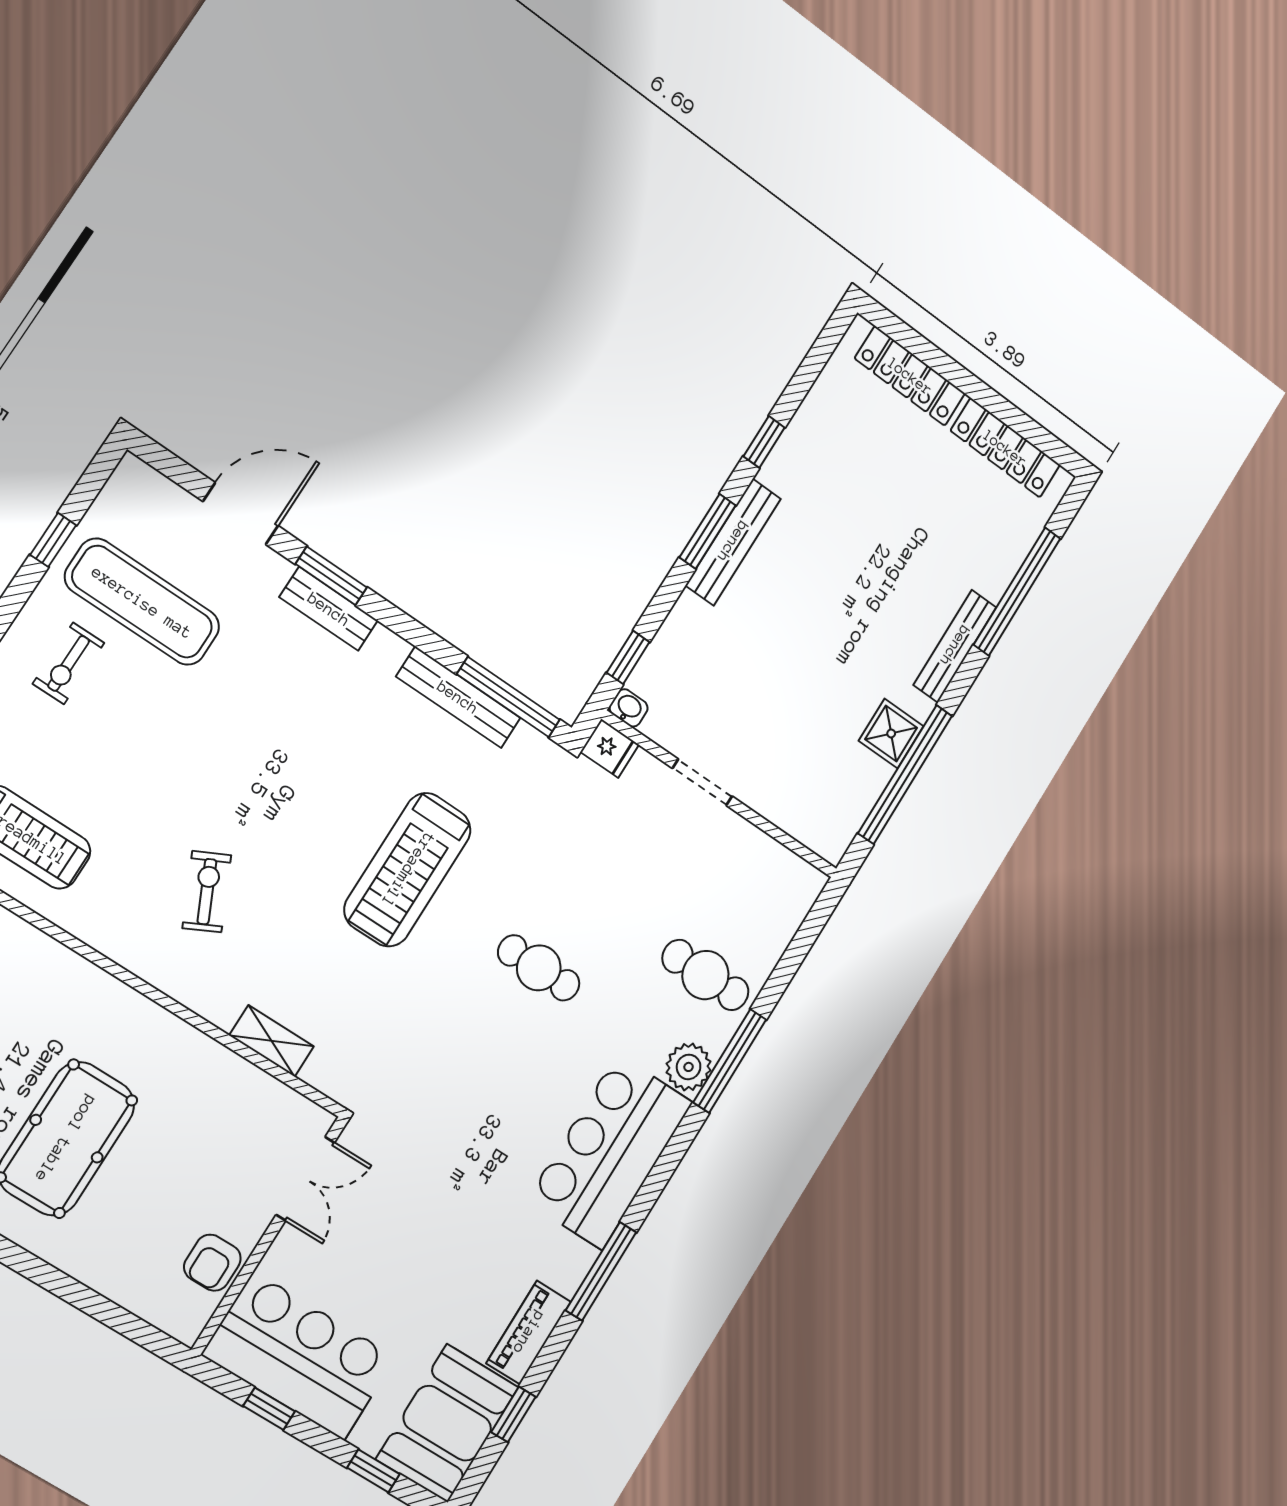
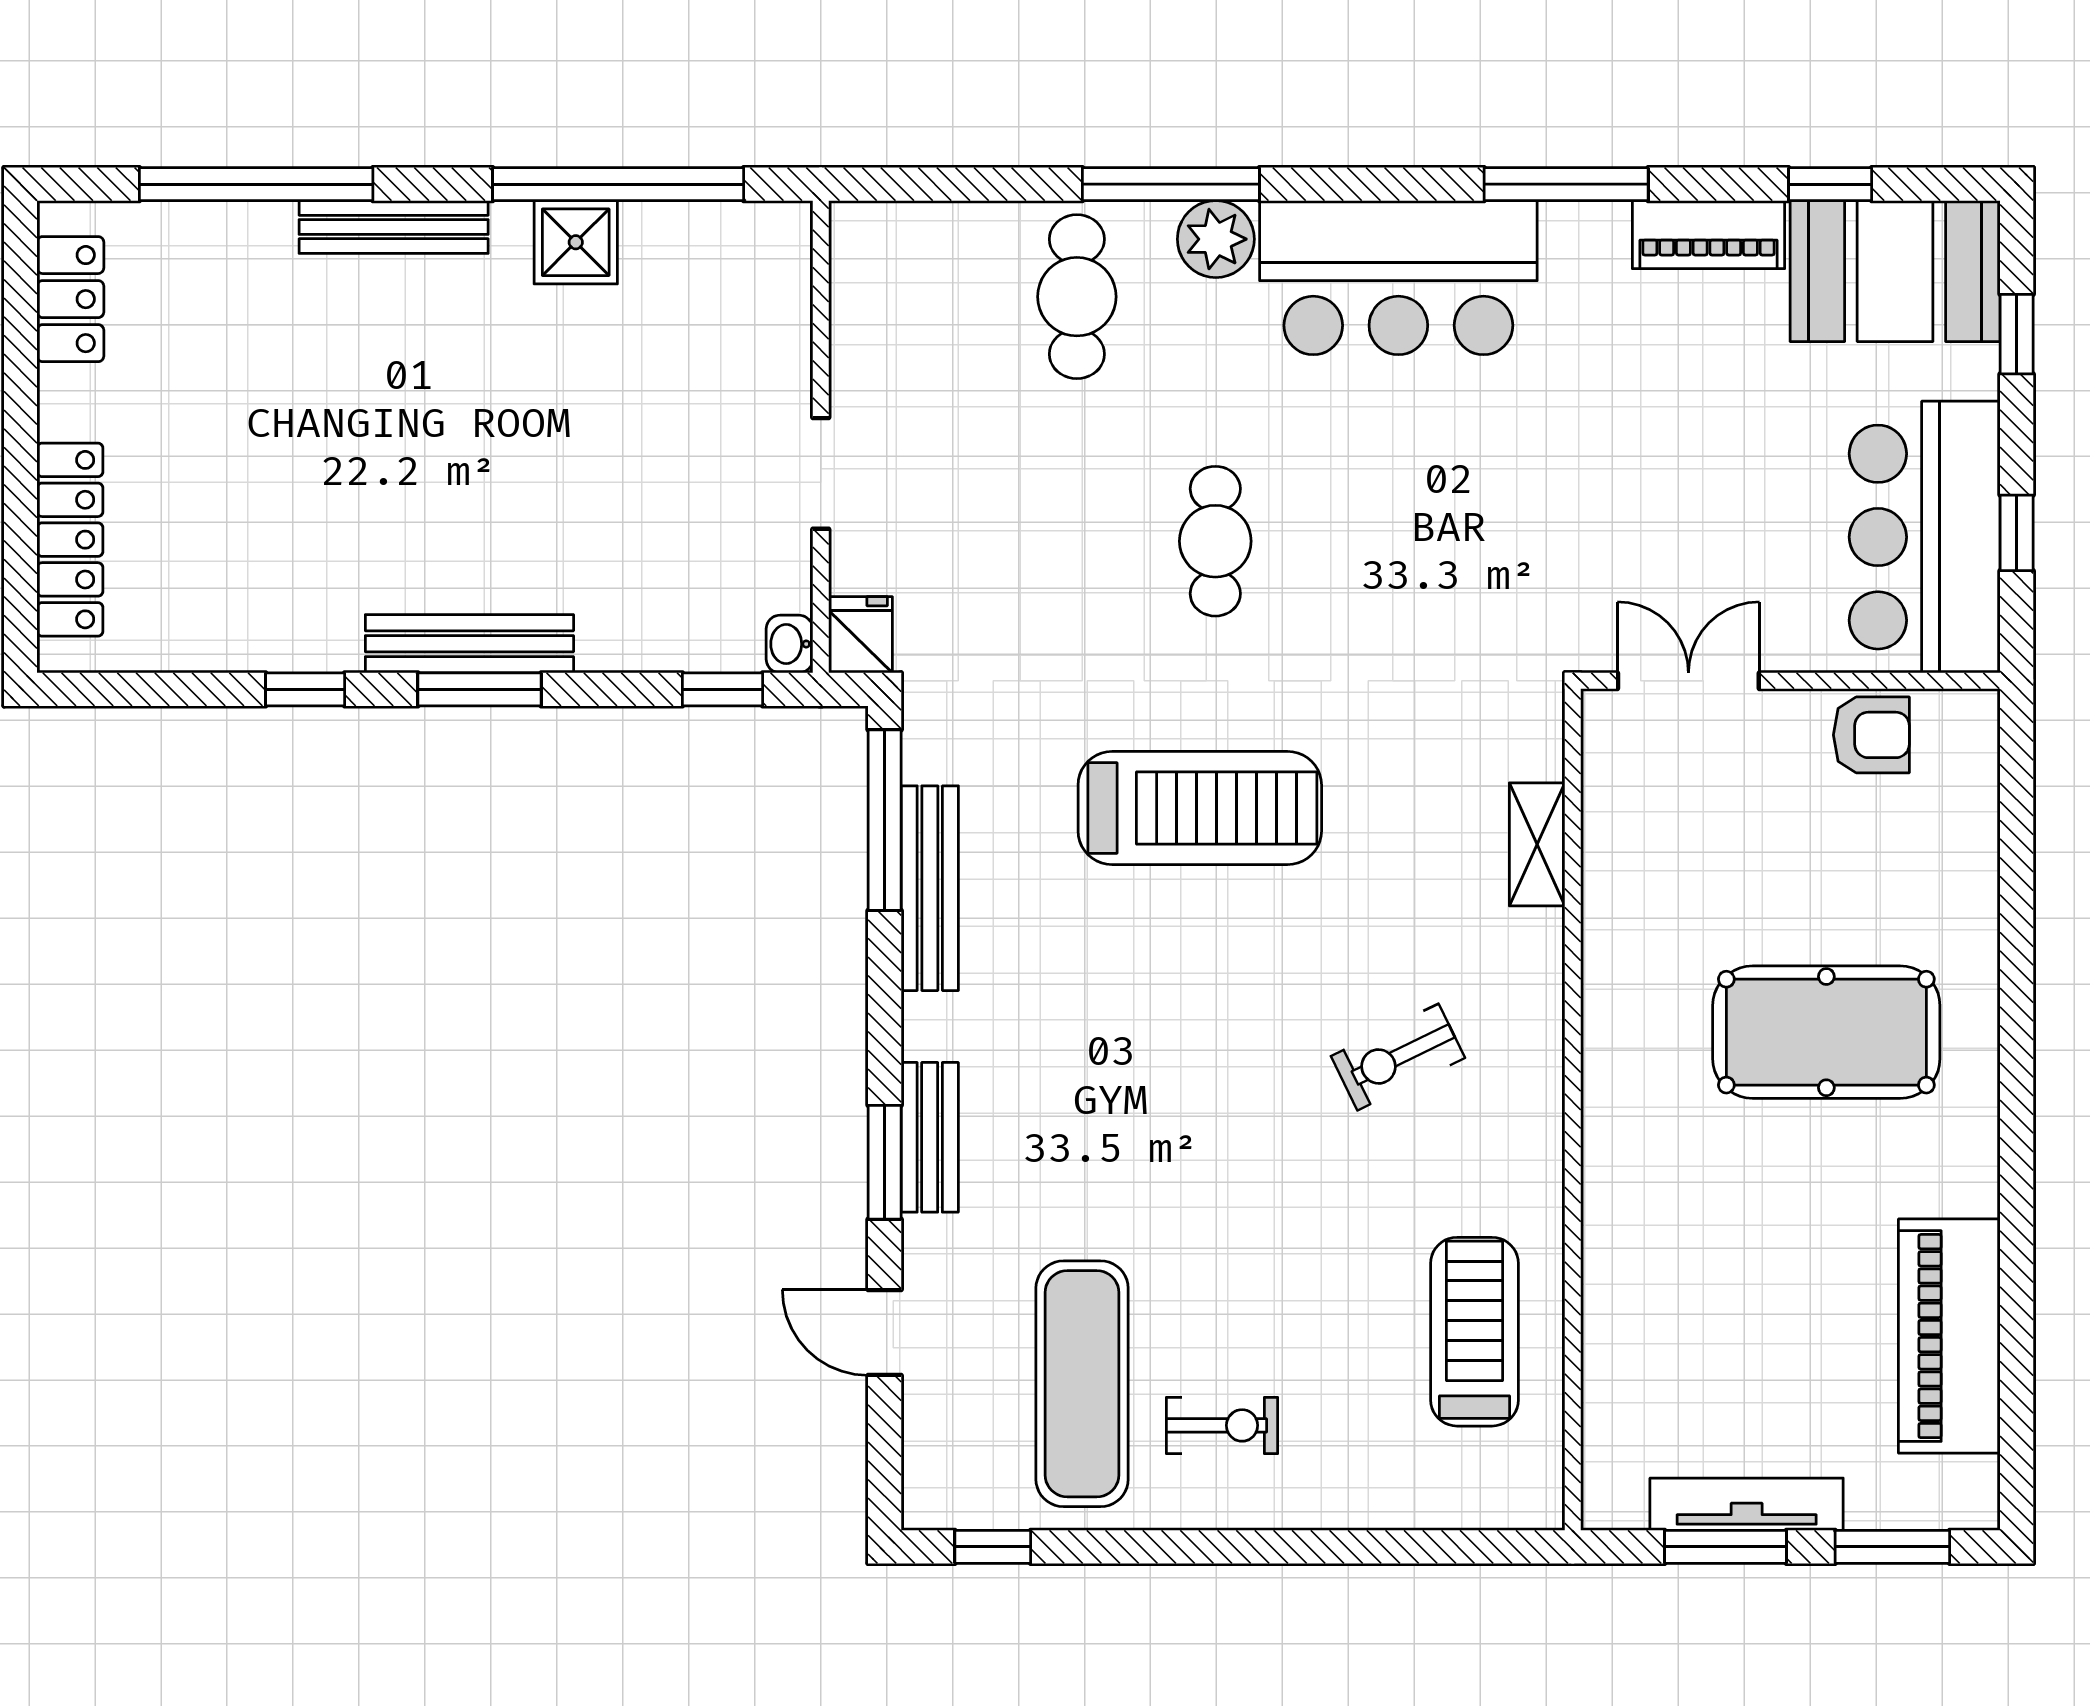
locker: (1005, 448) -> (70, 299), width x0.66
door: (241, 514) -> (885, 1332), width x0.73
window: (53, 540) -> (993, 1547), moved

